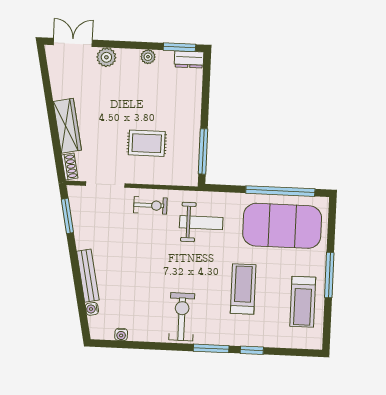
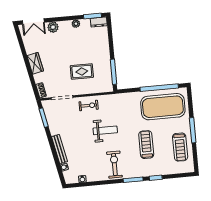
double door: (73, 42) -> (33, 22), swing flipped
wardrobe: (67, 126) -> (35, 63), width x0.67
weight bench: (201, 223) -> (105, 130), moved

